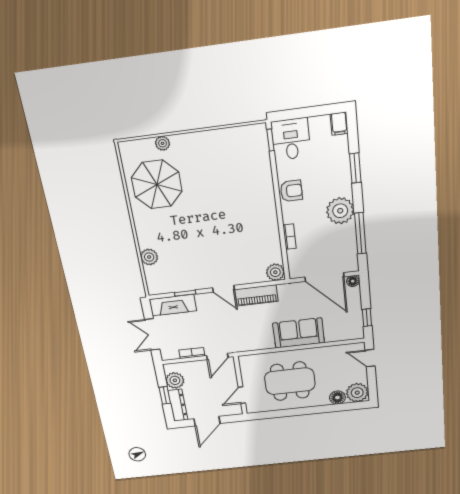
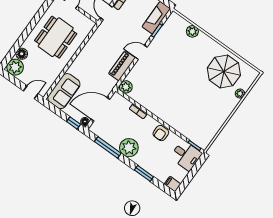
window: (367, 318) -> (74, 123), moved
sofa: (299, 333) -> (64, 91), moved

